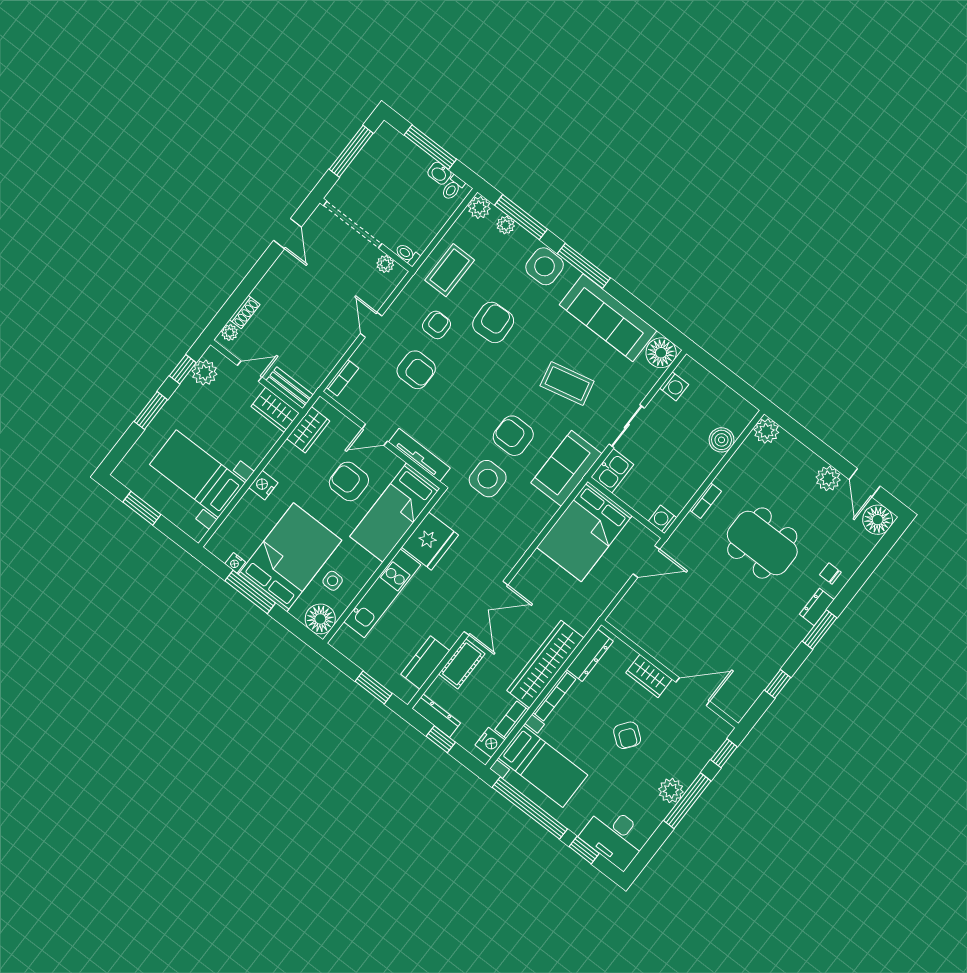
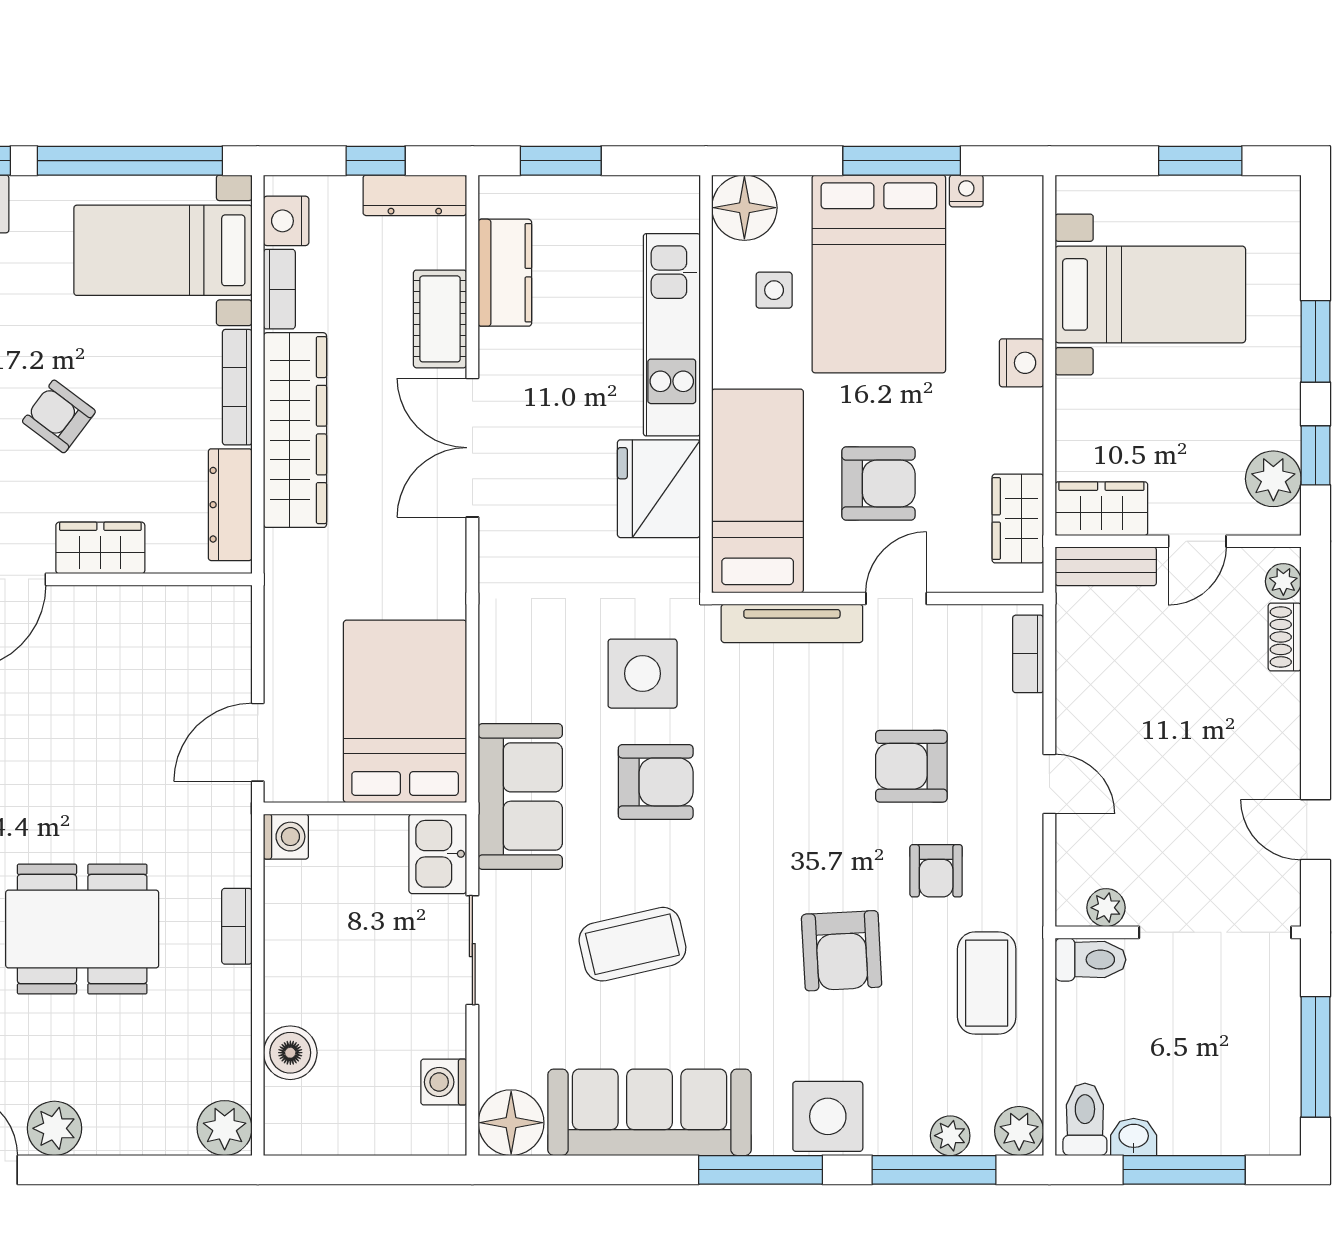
toilet: (453, 188) -> (1085, 1119), width x1.37, depth x1.39
toilet: (407, 254) -> (1090, 960), width x1.37, depth x1.39

